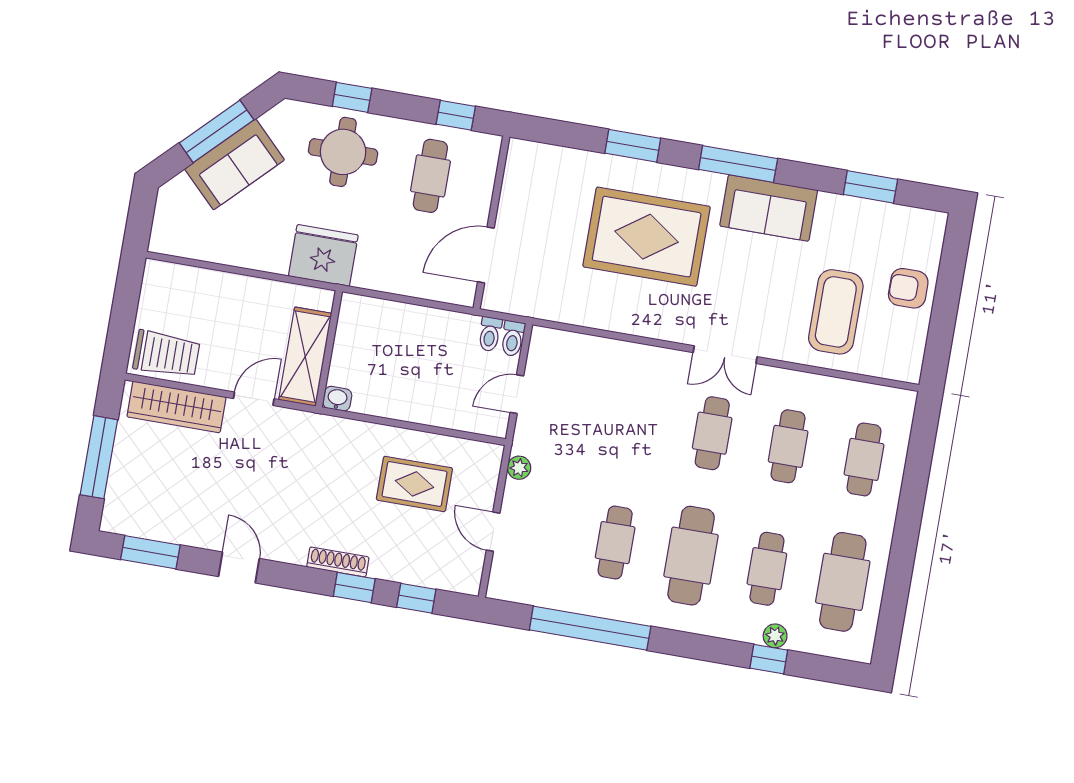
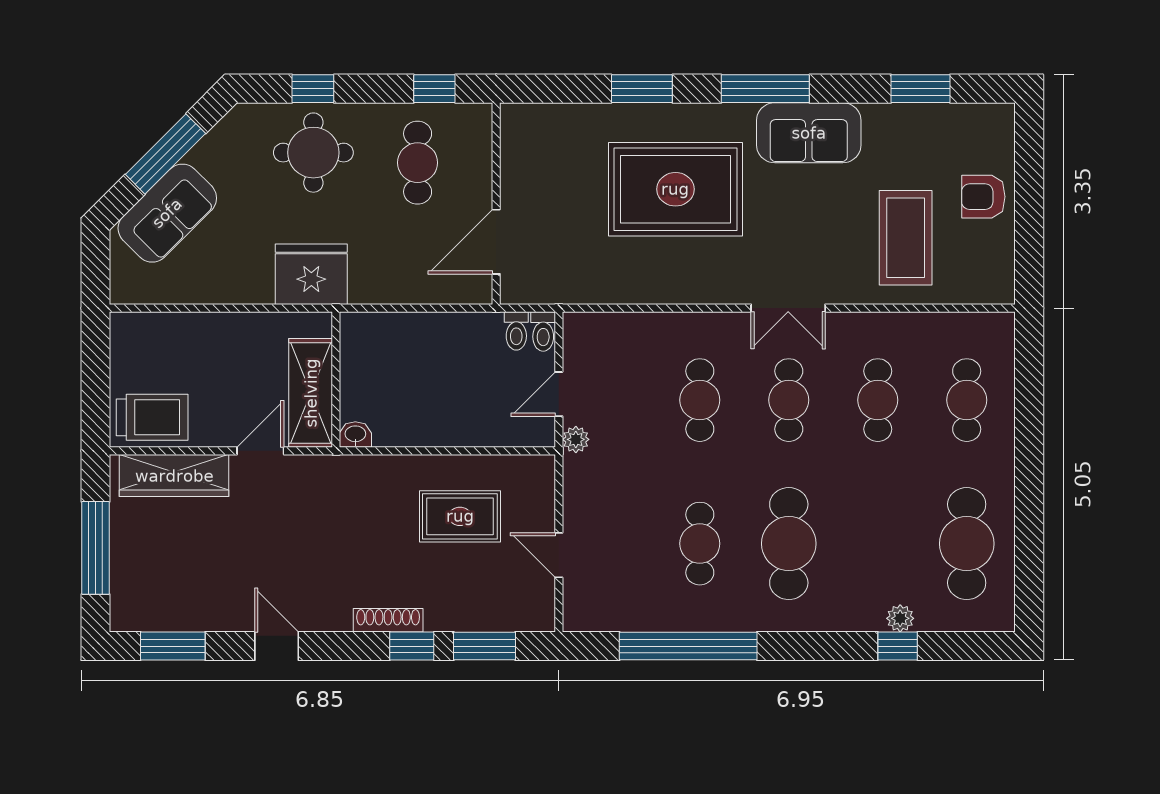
sofa: (235, 164) -> (167, 213), moved
plant: (519, 468) -> (576, 439), moved
cafe table: (767, 569) -> (700, 400), moved
window: (416, 598) -> (485, 646), width x1.50

